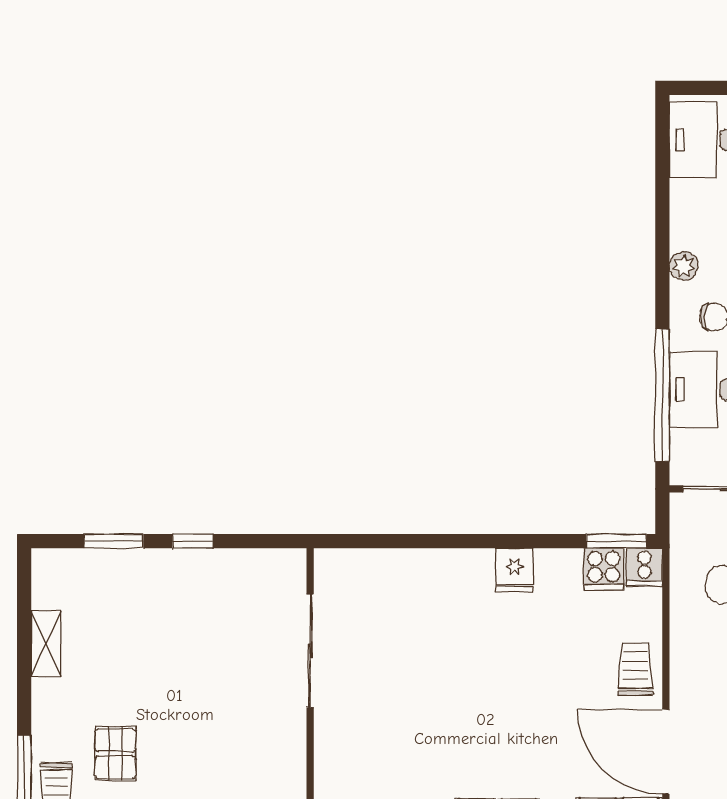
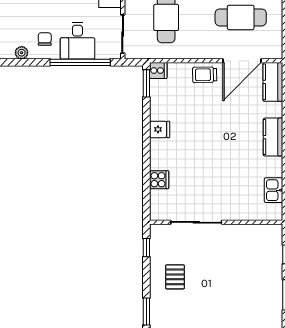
window: (193, 541) -> (146, 248), moved
cooker: (604, 569) -> (159, 180), moved
pallet: (115, 754) -> (175, 277), moved, turned 90

